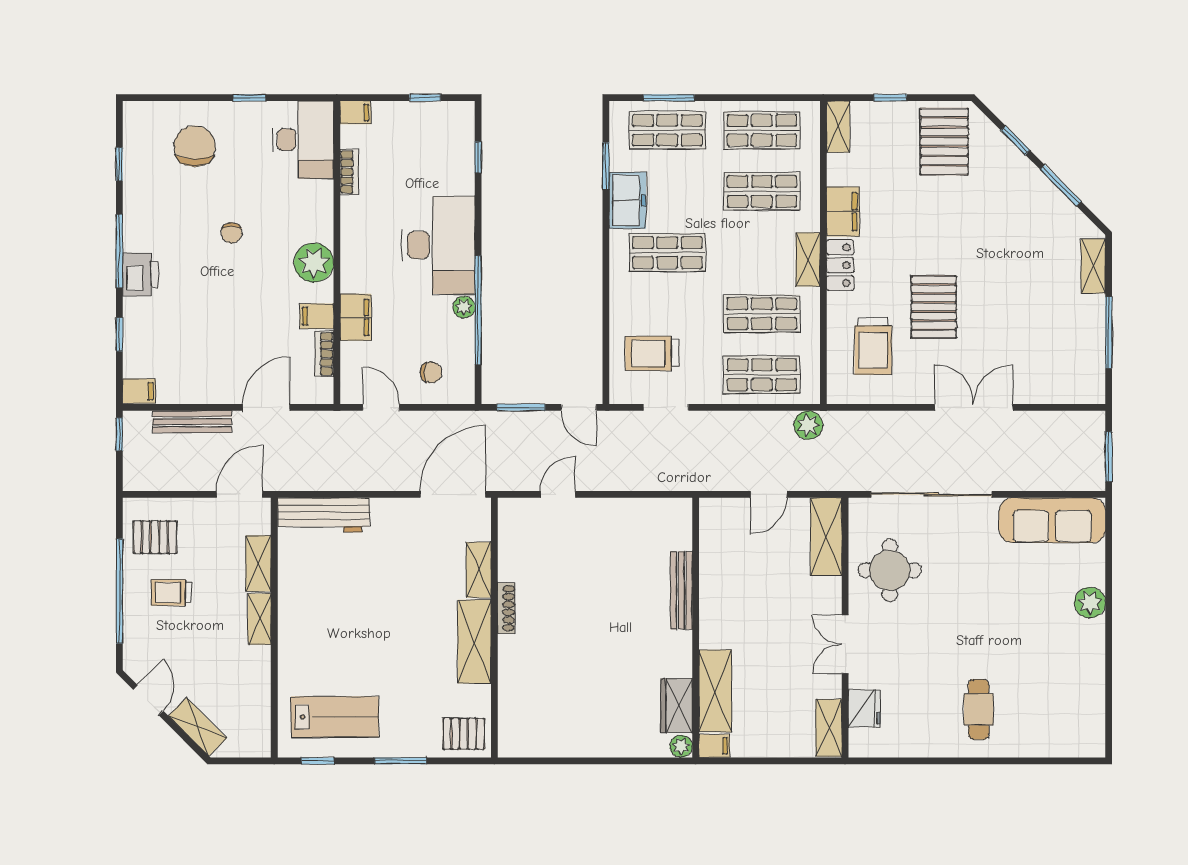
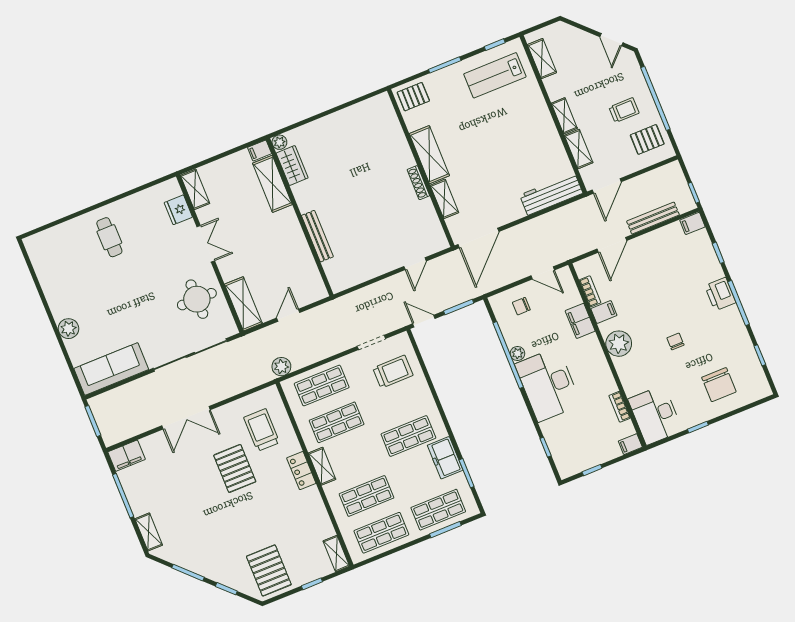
filing cabinet: (843, 212) -> (127, 456), moved, turned -90
shelving: (198, 727) -> (542, 59), moved, turned 45

